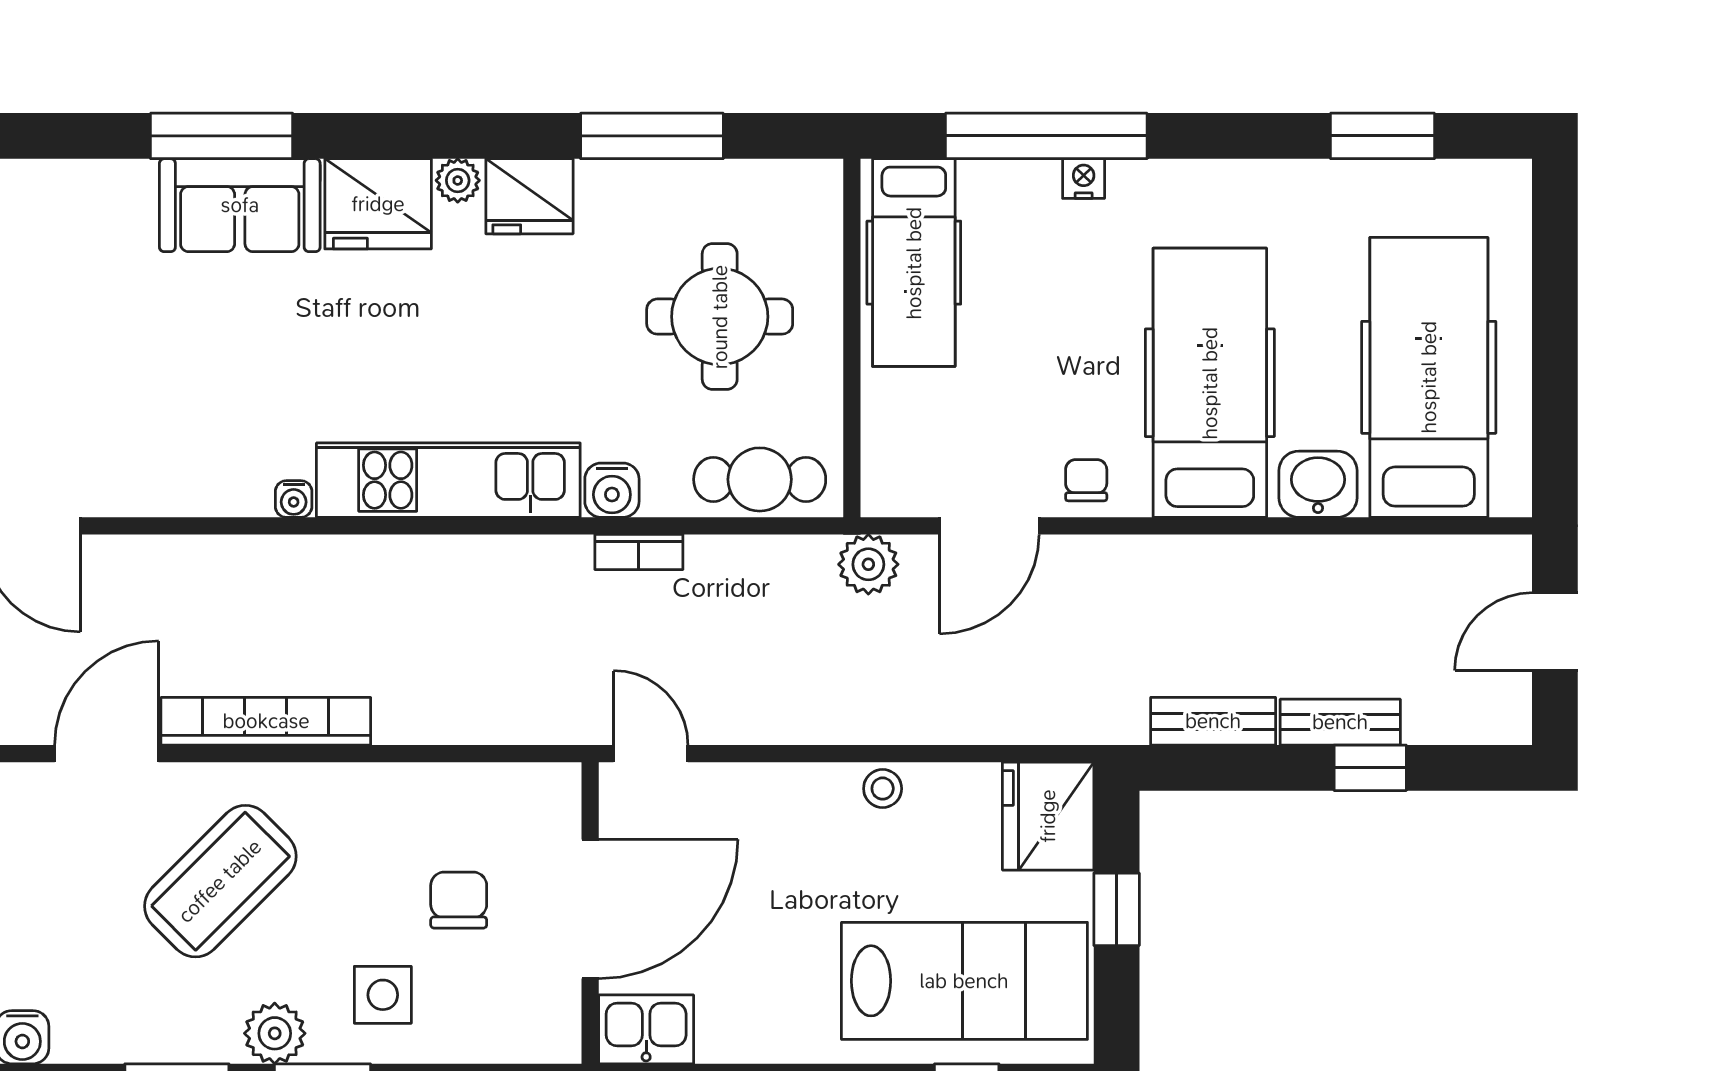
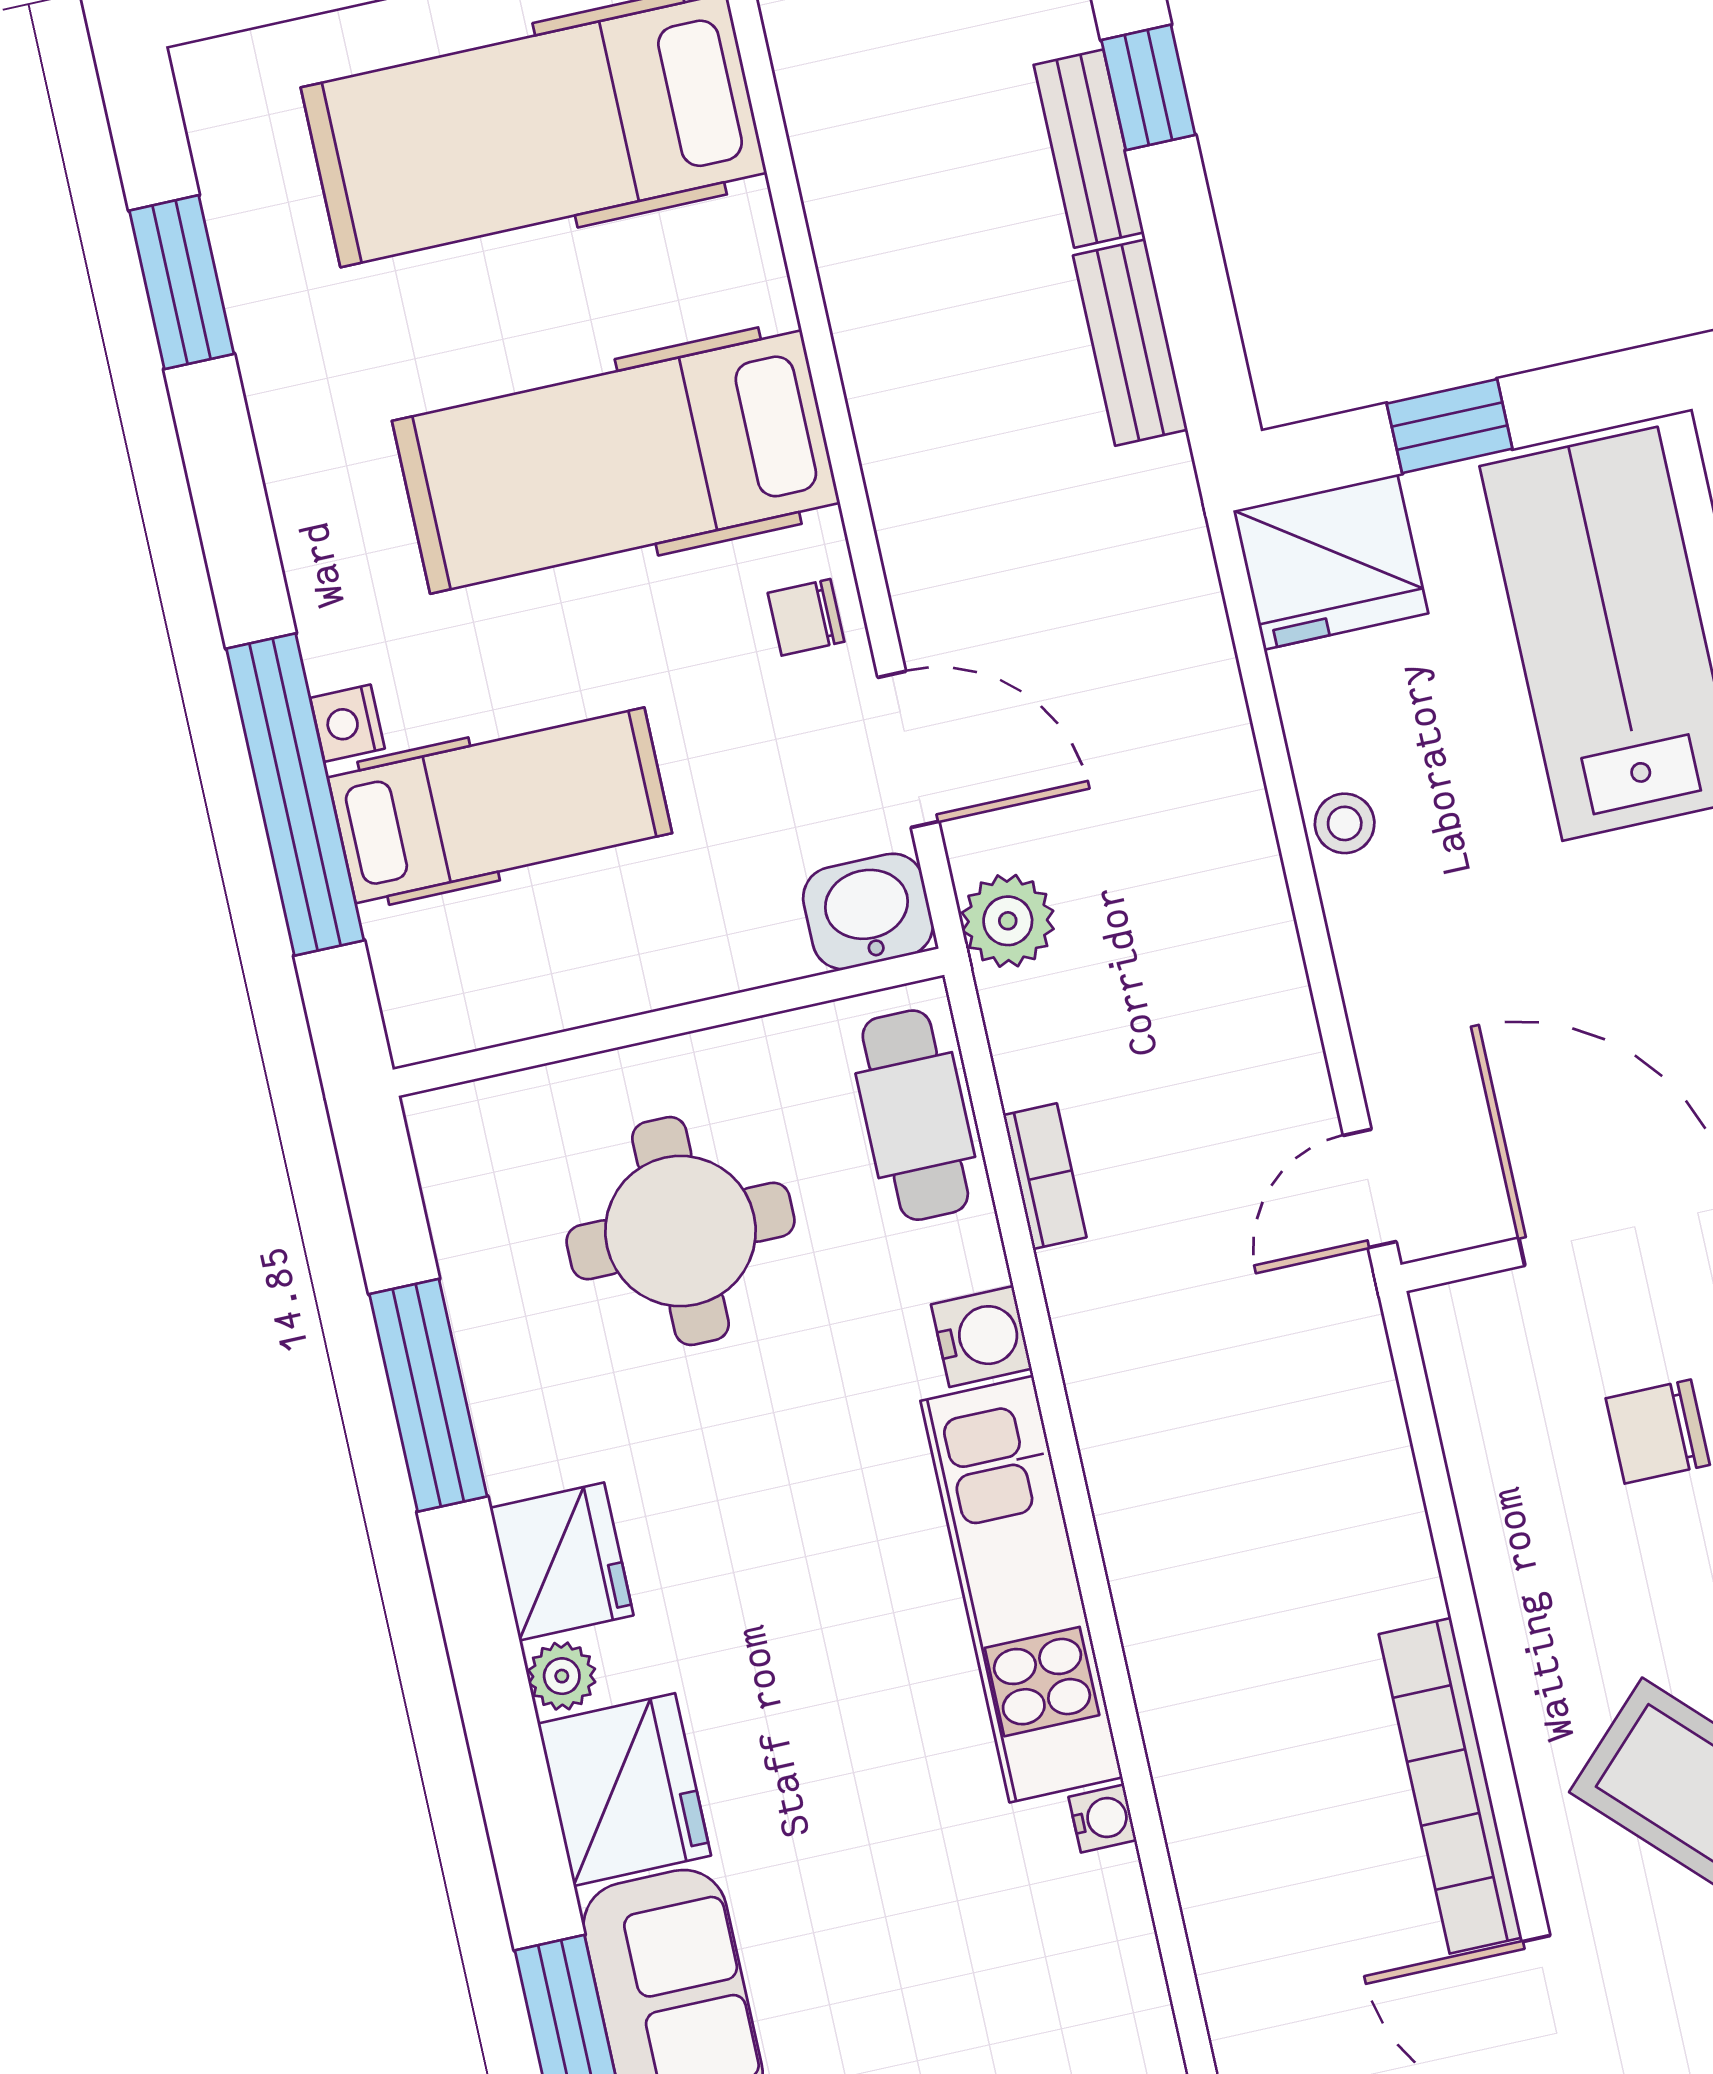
hospital bed: (914, 263) -> (500, 805), moved
washbasin: (1318, 484) -> (868, 911), moved, turned 90
bookcase: (639, 552) -> (1045, 1176), moved

